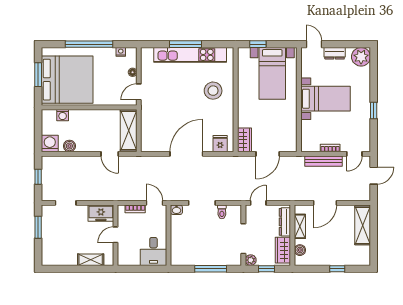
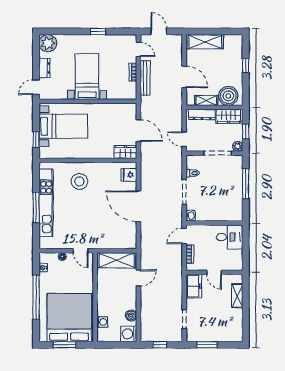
boiler: (300, 250) -> (228, 96), width x1.86, depth x1.86

